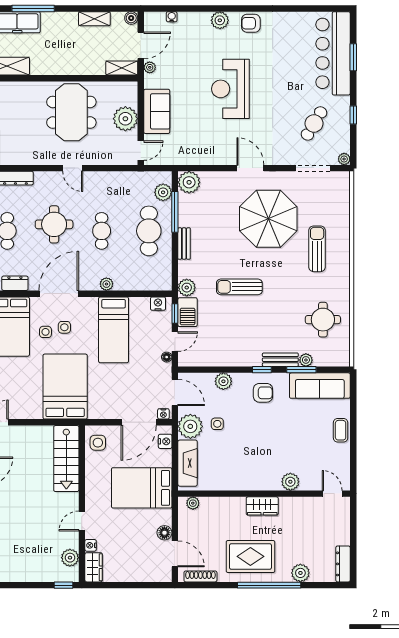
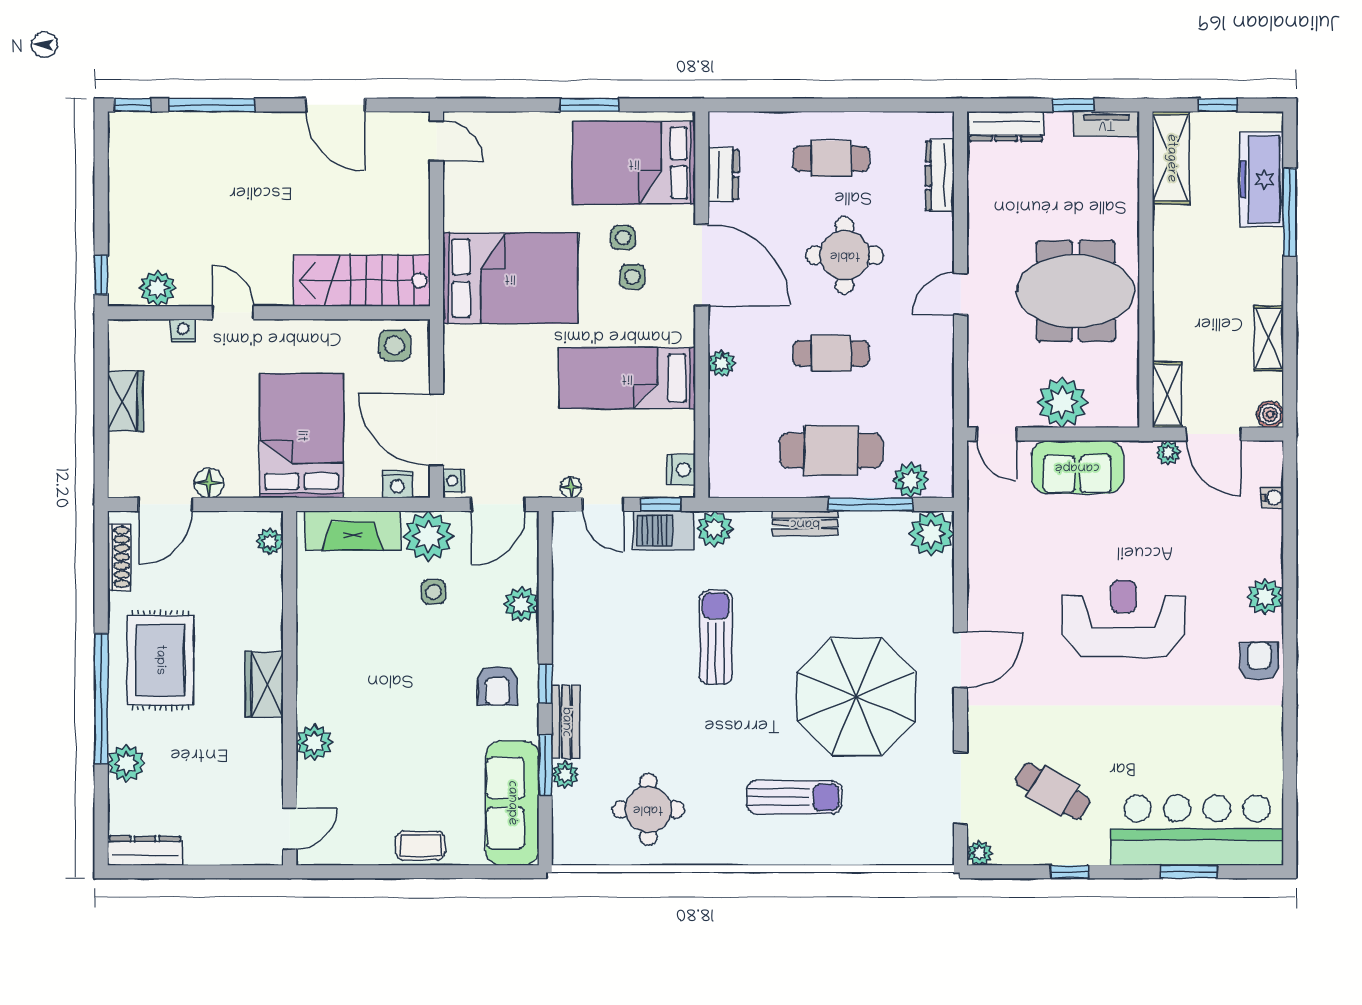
wardrobe: (94, 567) -> (125, 401), moved, turned -90

